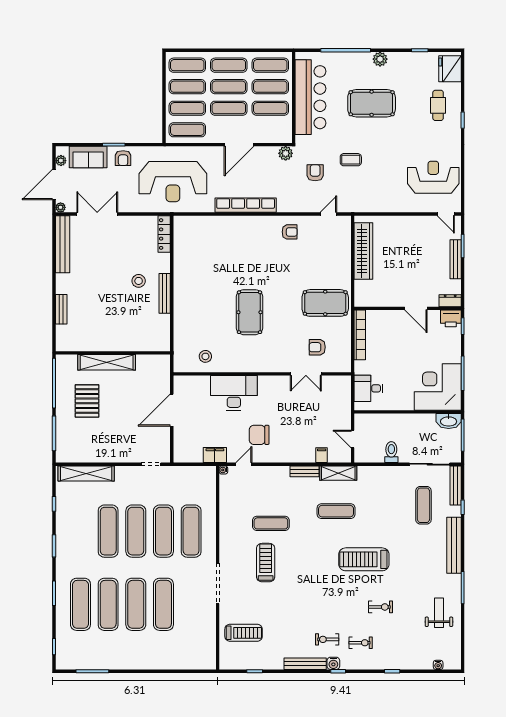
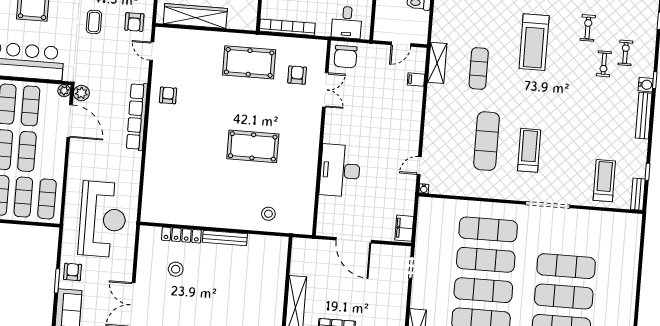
plant: (286, 137) -> (64, 91), added
door: (239, 145) -> (70, 121), moved
armchair: (123, 158) -> (73, 272), turned -90
armchair: (315, 173) -> (134, 22), moved, turned -90
row of seats: (246, 205) -> (137, 117), moved
locker: (164, 234) -> (181, 235), moved
stool: (139, 281) -> (176, 269), moved
pool table: (325, 303) -> (249, 62), turned 90
armchair: (317, 347) -> (297, 75), turned 180
stool: (205, 356) -> (268, 214), moved
chair: (259, 435) -> (345, 57), moved
filing cabinet: (215, 455) -> (404, 228), moved
door: (244, 464) -> (419, 166), hinge flipped
bench: (304, 471) -> (638, 194), moved
exercise mat: (271, 523) -> (487, 141), width x1.36, depth x1.45
treadmill: (266, 563) -> (529, 150), turned 90
exercise bike: (327, 639) -> (604, 64), moved

